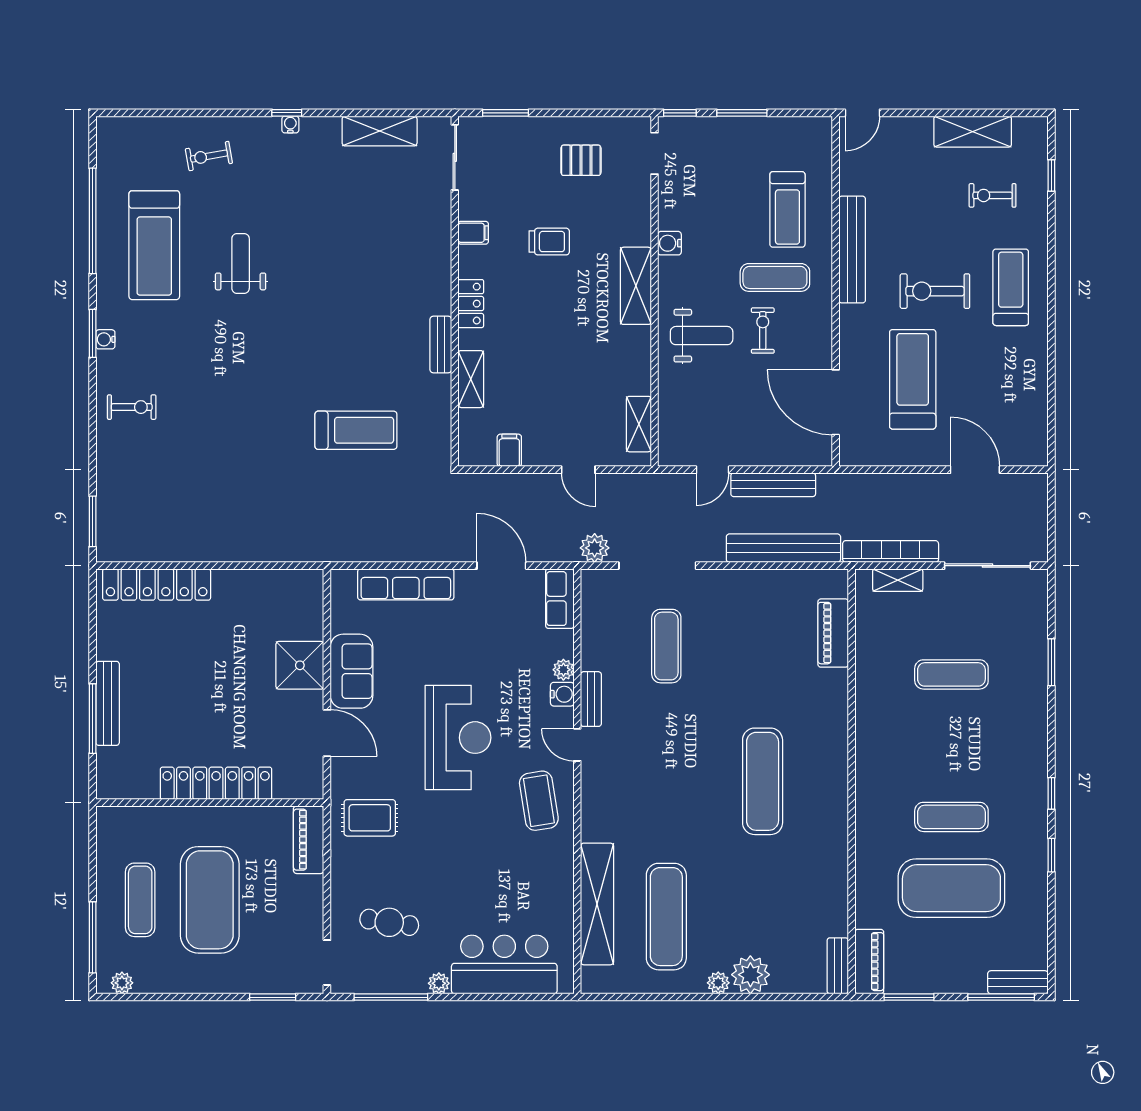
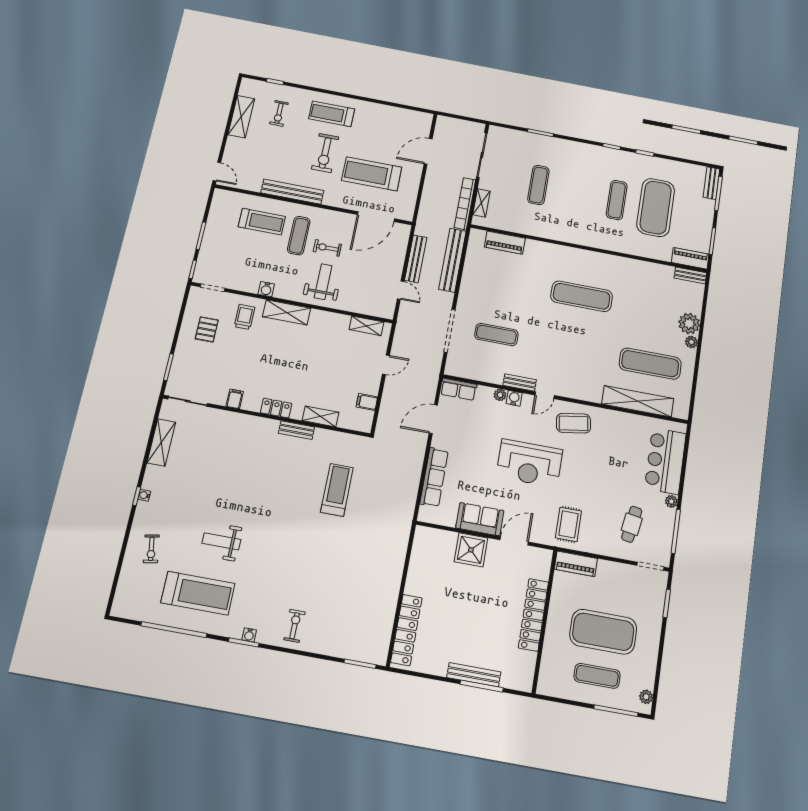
trolley: (549, 242) -> (245, 317), moved
plant: (595, 548) -> (433, 364), removed
reception desk: (458, 738) -> (529, 463), turned 180

